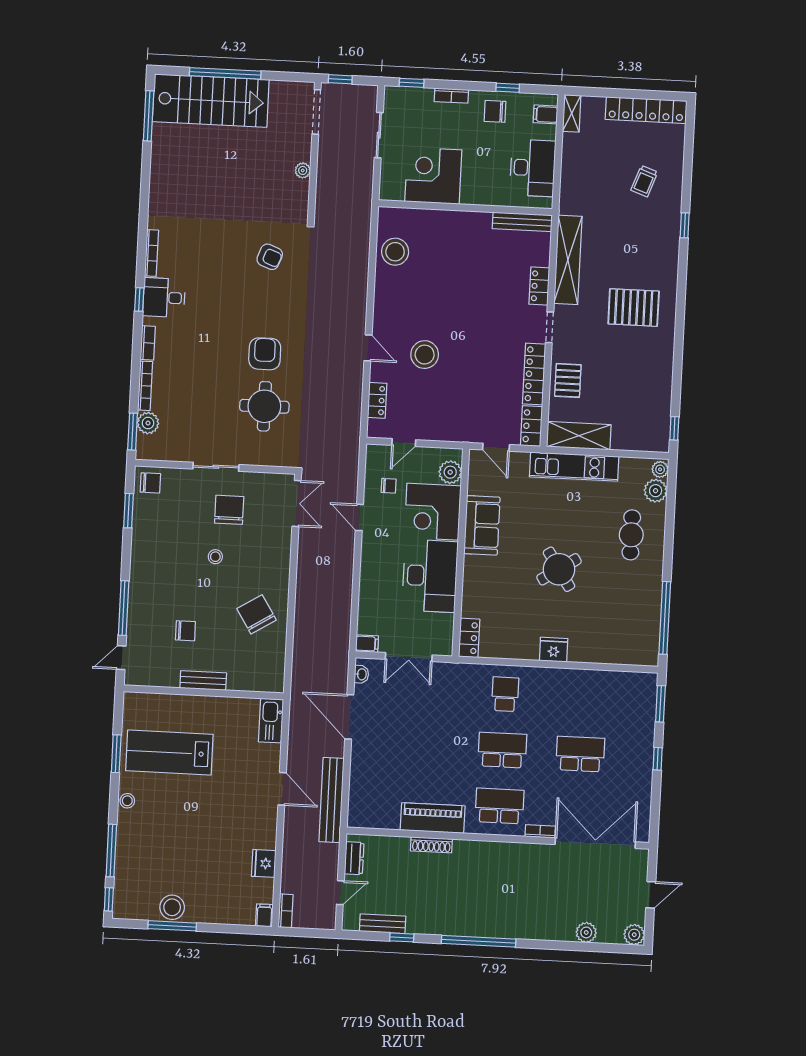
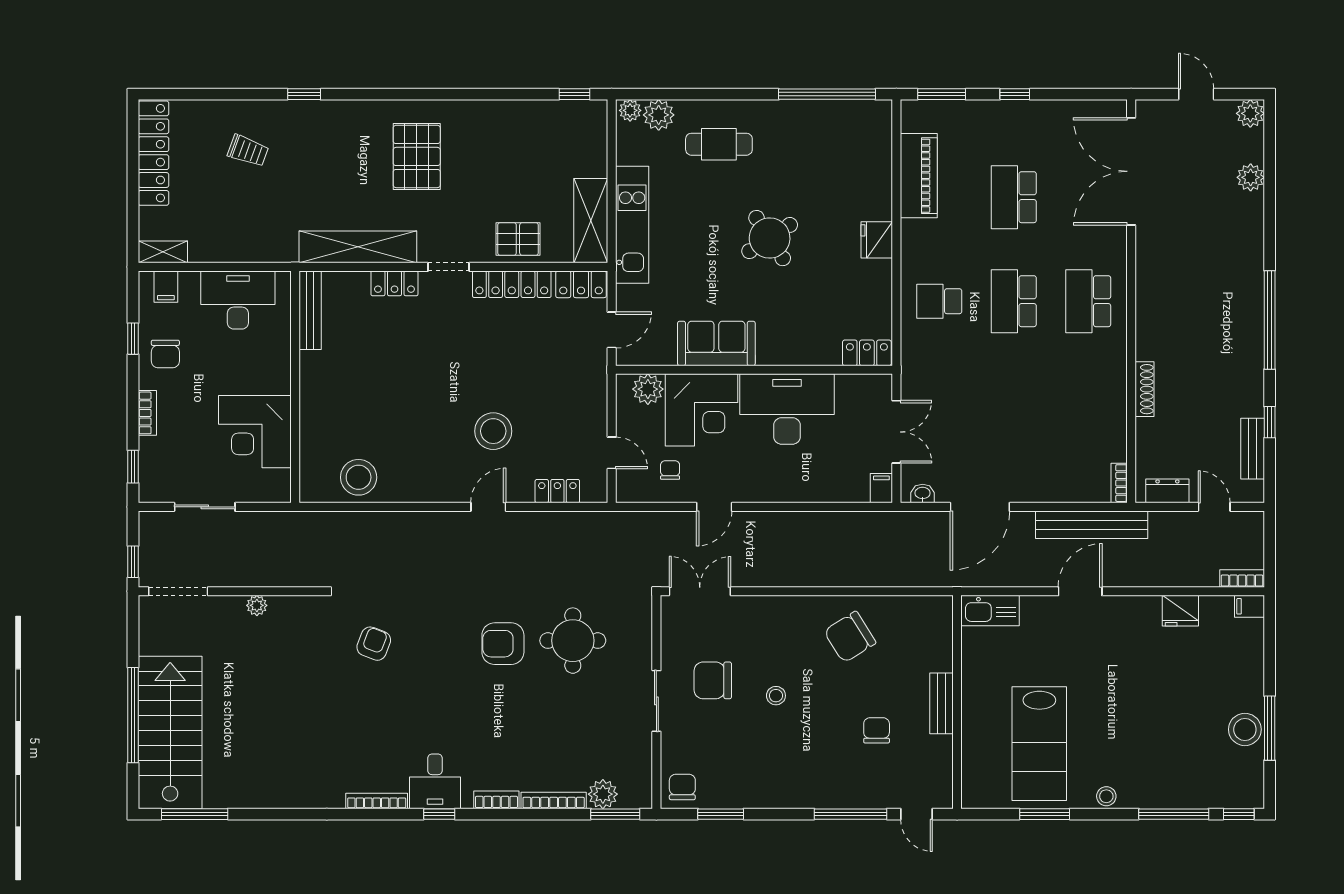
piano: (433, 818) -> (919, 176), moved, turned 180
bookcase: (540, 831) -> (1119, 483), moved

